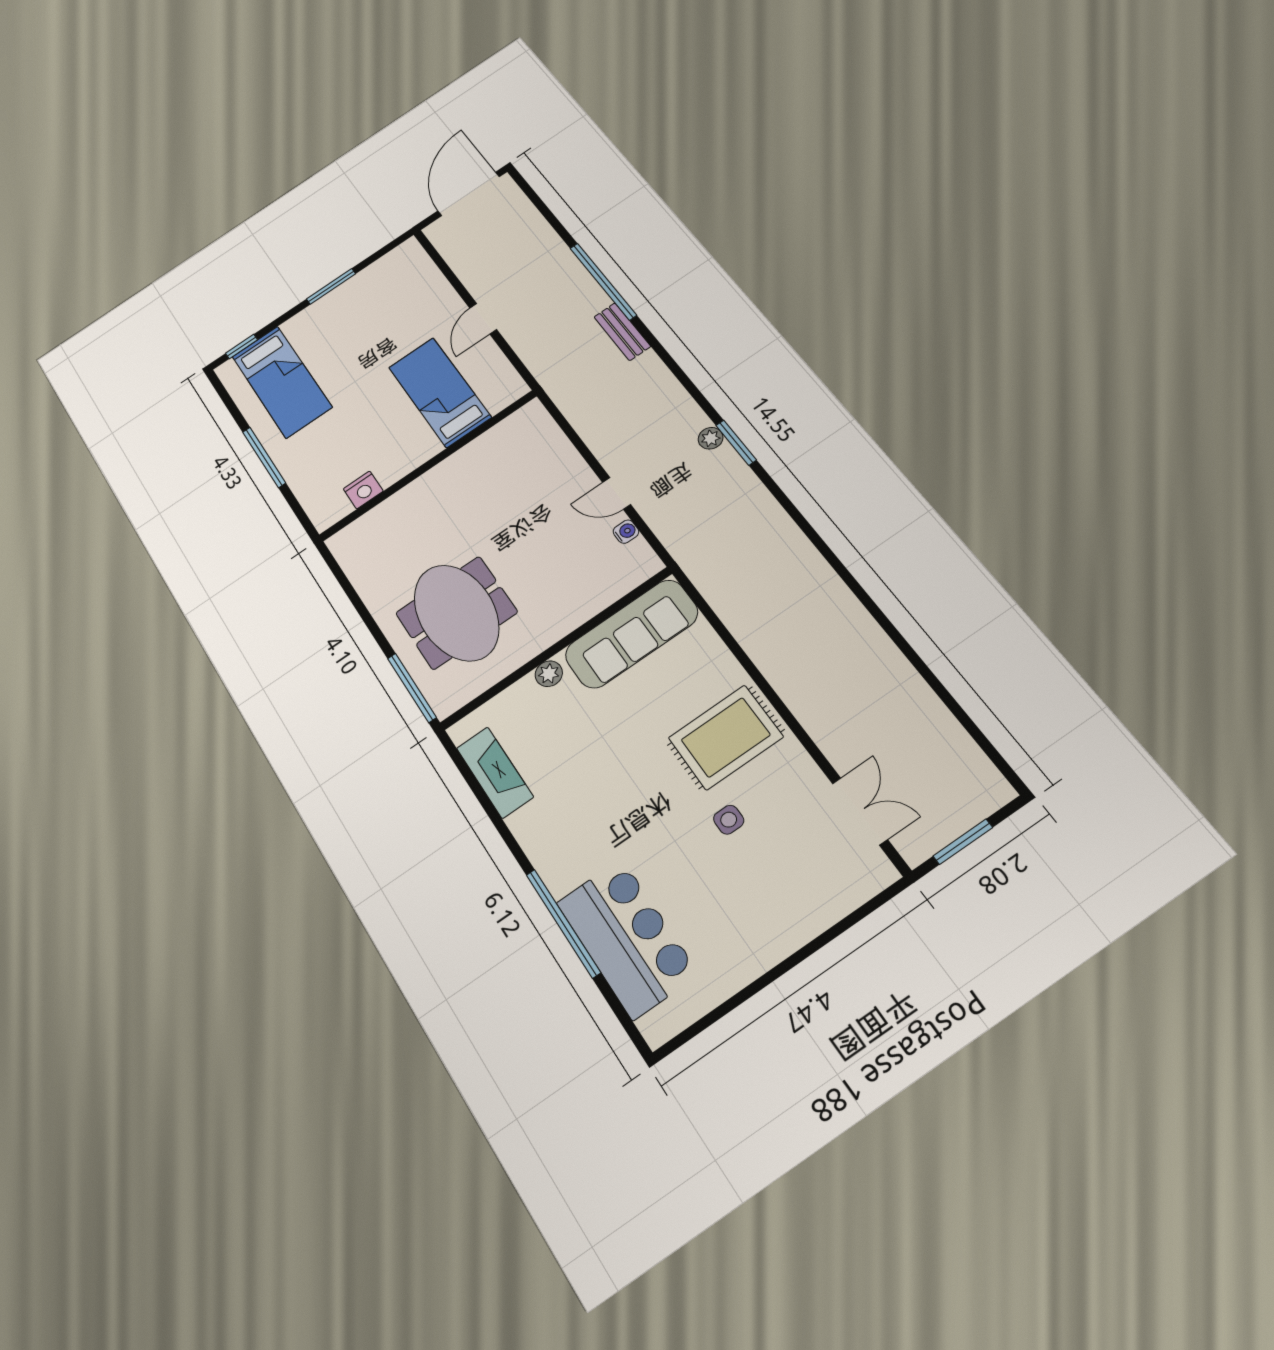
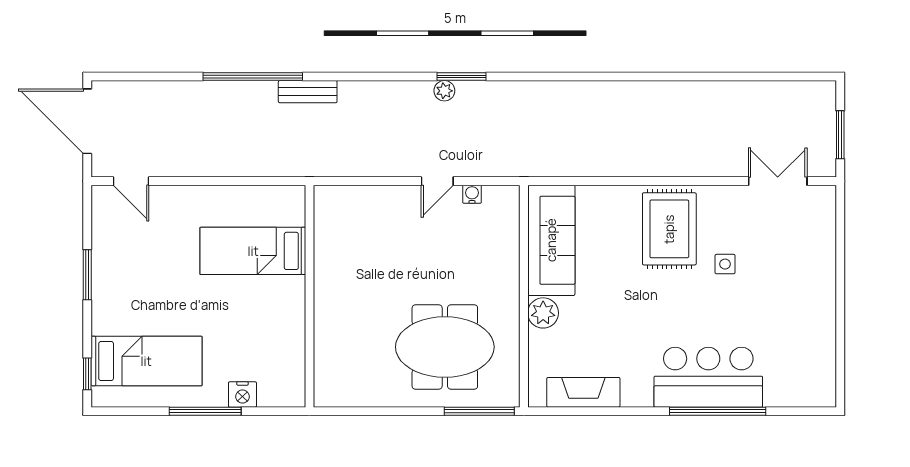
door: (483, 319) -> (131, 181), moved
nightstand: (363, 490) -> (242, 395), moved, turned 90
plant: (549, 674) -> (543, 313), width x1.38, depth x1.38
bar counter: (627, 938) -> (708, 377), moved

